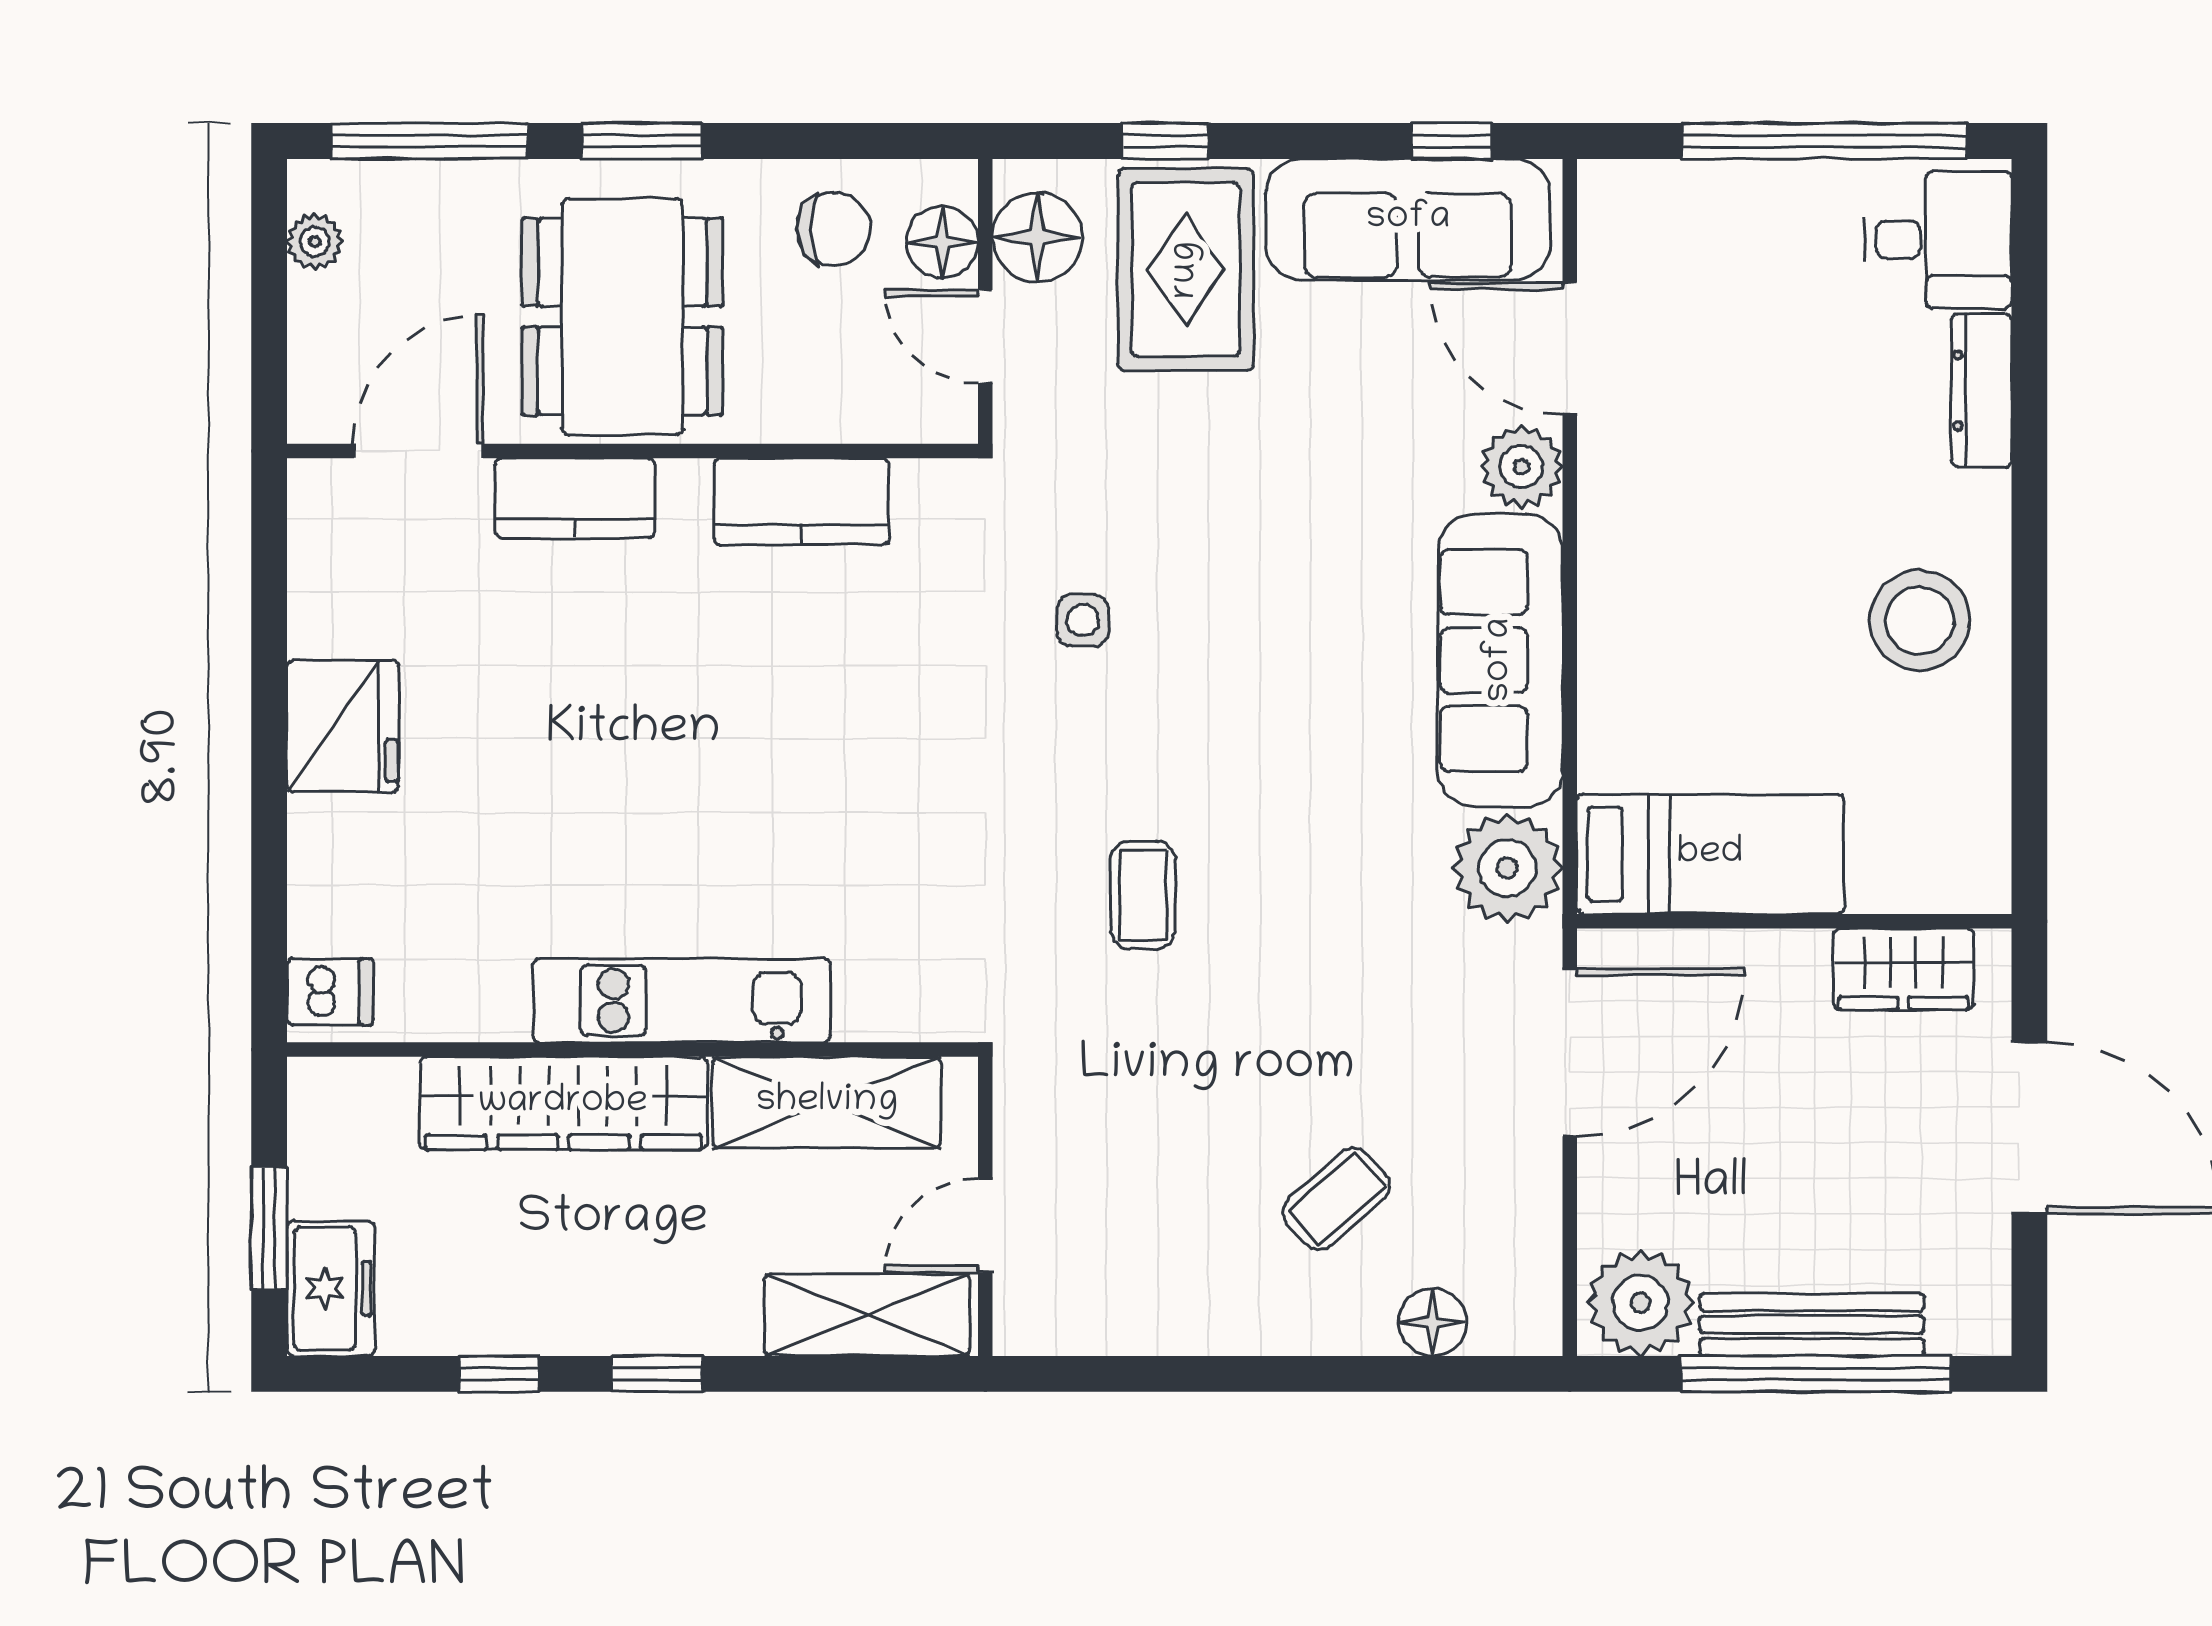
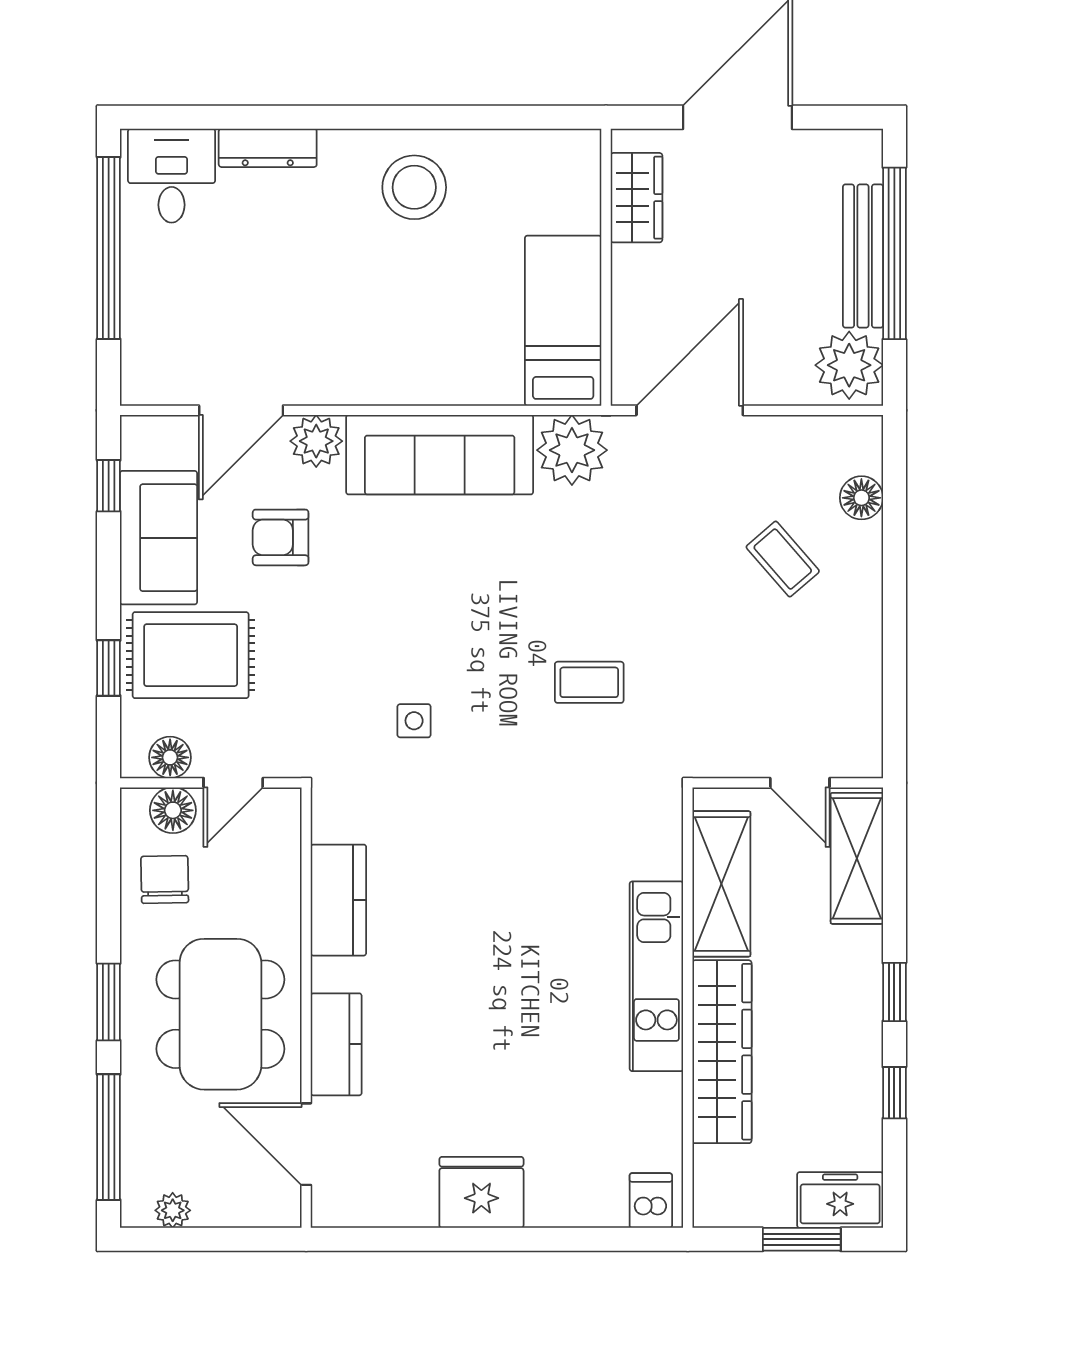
sofa: (1408, 219) -> (159, 538), width x0.73
floor lamp: (1038, 237) -> (170, 757), width x0.73, depth x0.73
dining table: (622, 317) -> (220, 1014), turned 90
armchair: (1370, 411) -> (281, 537), added
door: (1570, 1053) -> (690, 410), hinge flipped

